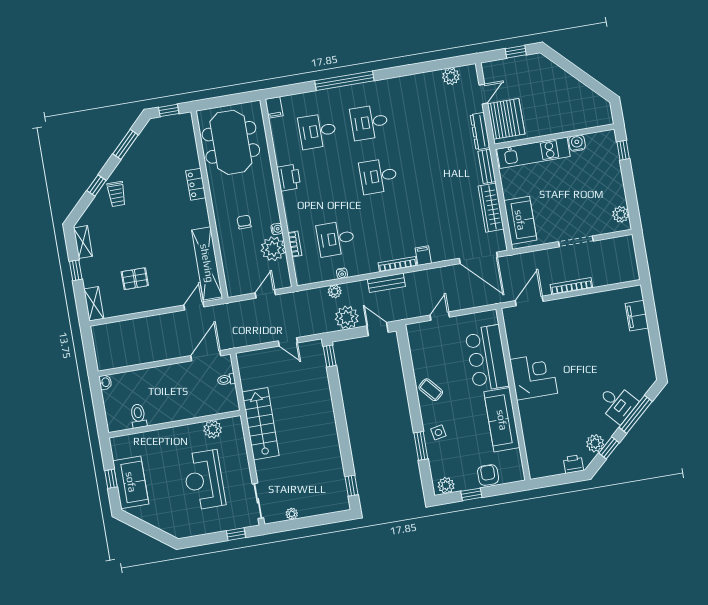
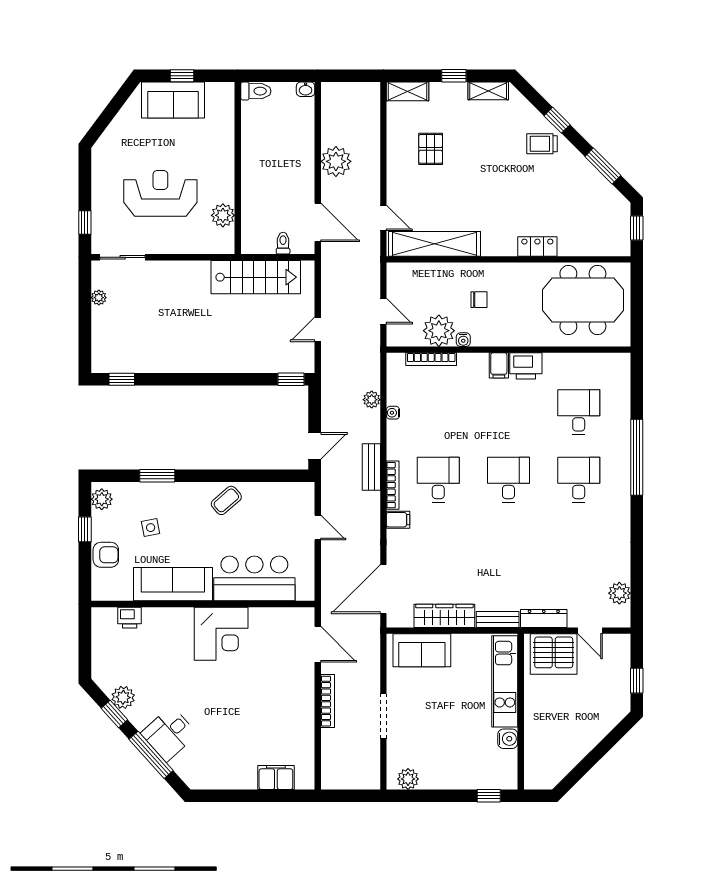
filing cabinet: (274, 108) -> (499, 365), moved, turned -90
desk: (336, 239) -> (438, 480), moved
bookcase: (295, 244) -> (431, 359), width x1.56
plant: (347, 317) -> (336, 161), moved
toilet: (138, 416) -> (256, 91), moved
stairs: (261, 424) -> (256, 277), moved
side table: (438, 432) -> (151, 528), moved
printer: (573, 464) -> (130, 618), moved, turned 90

